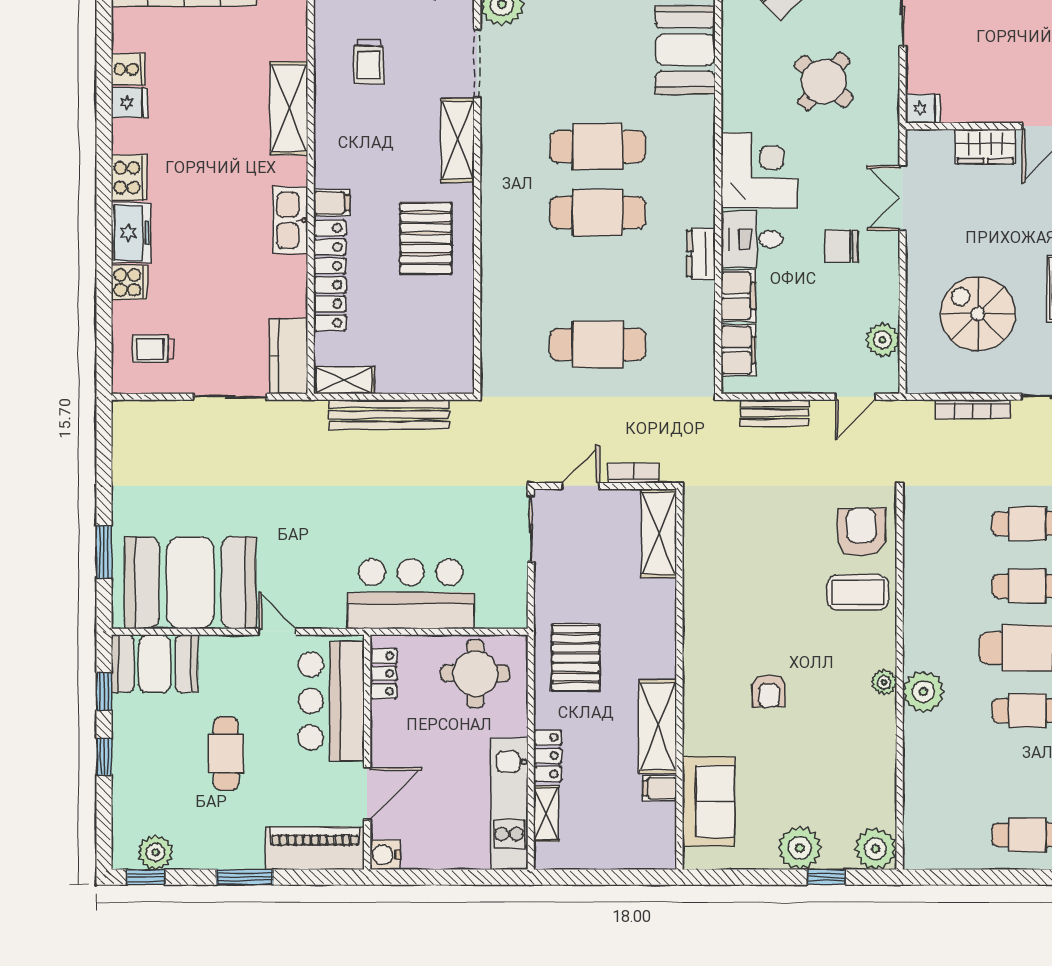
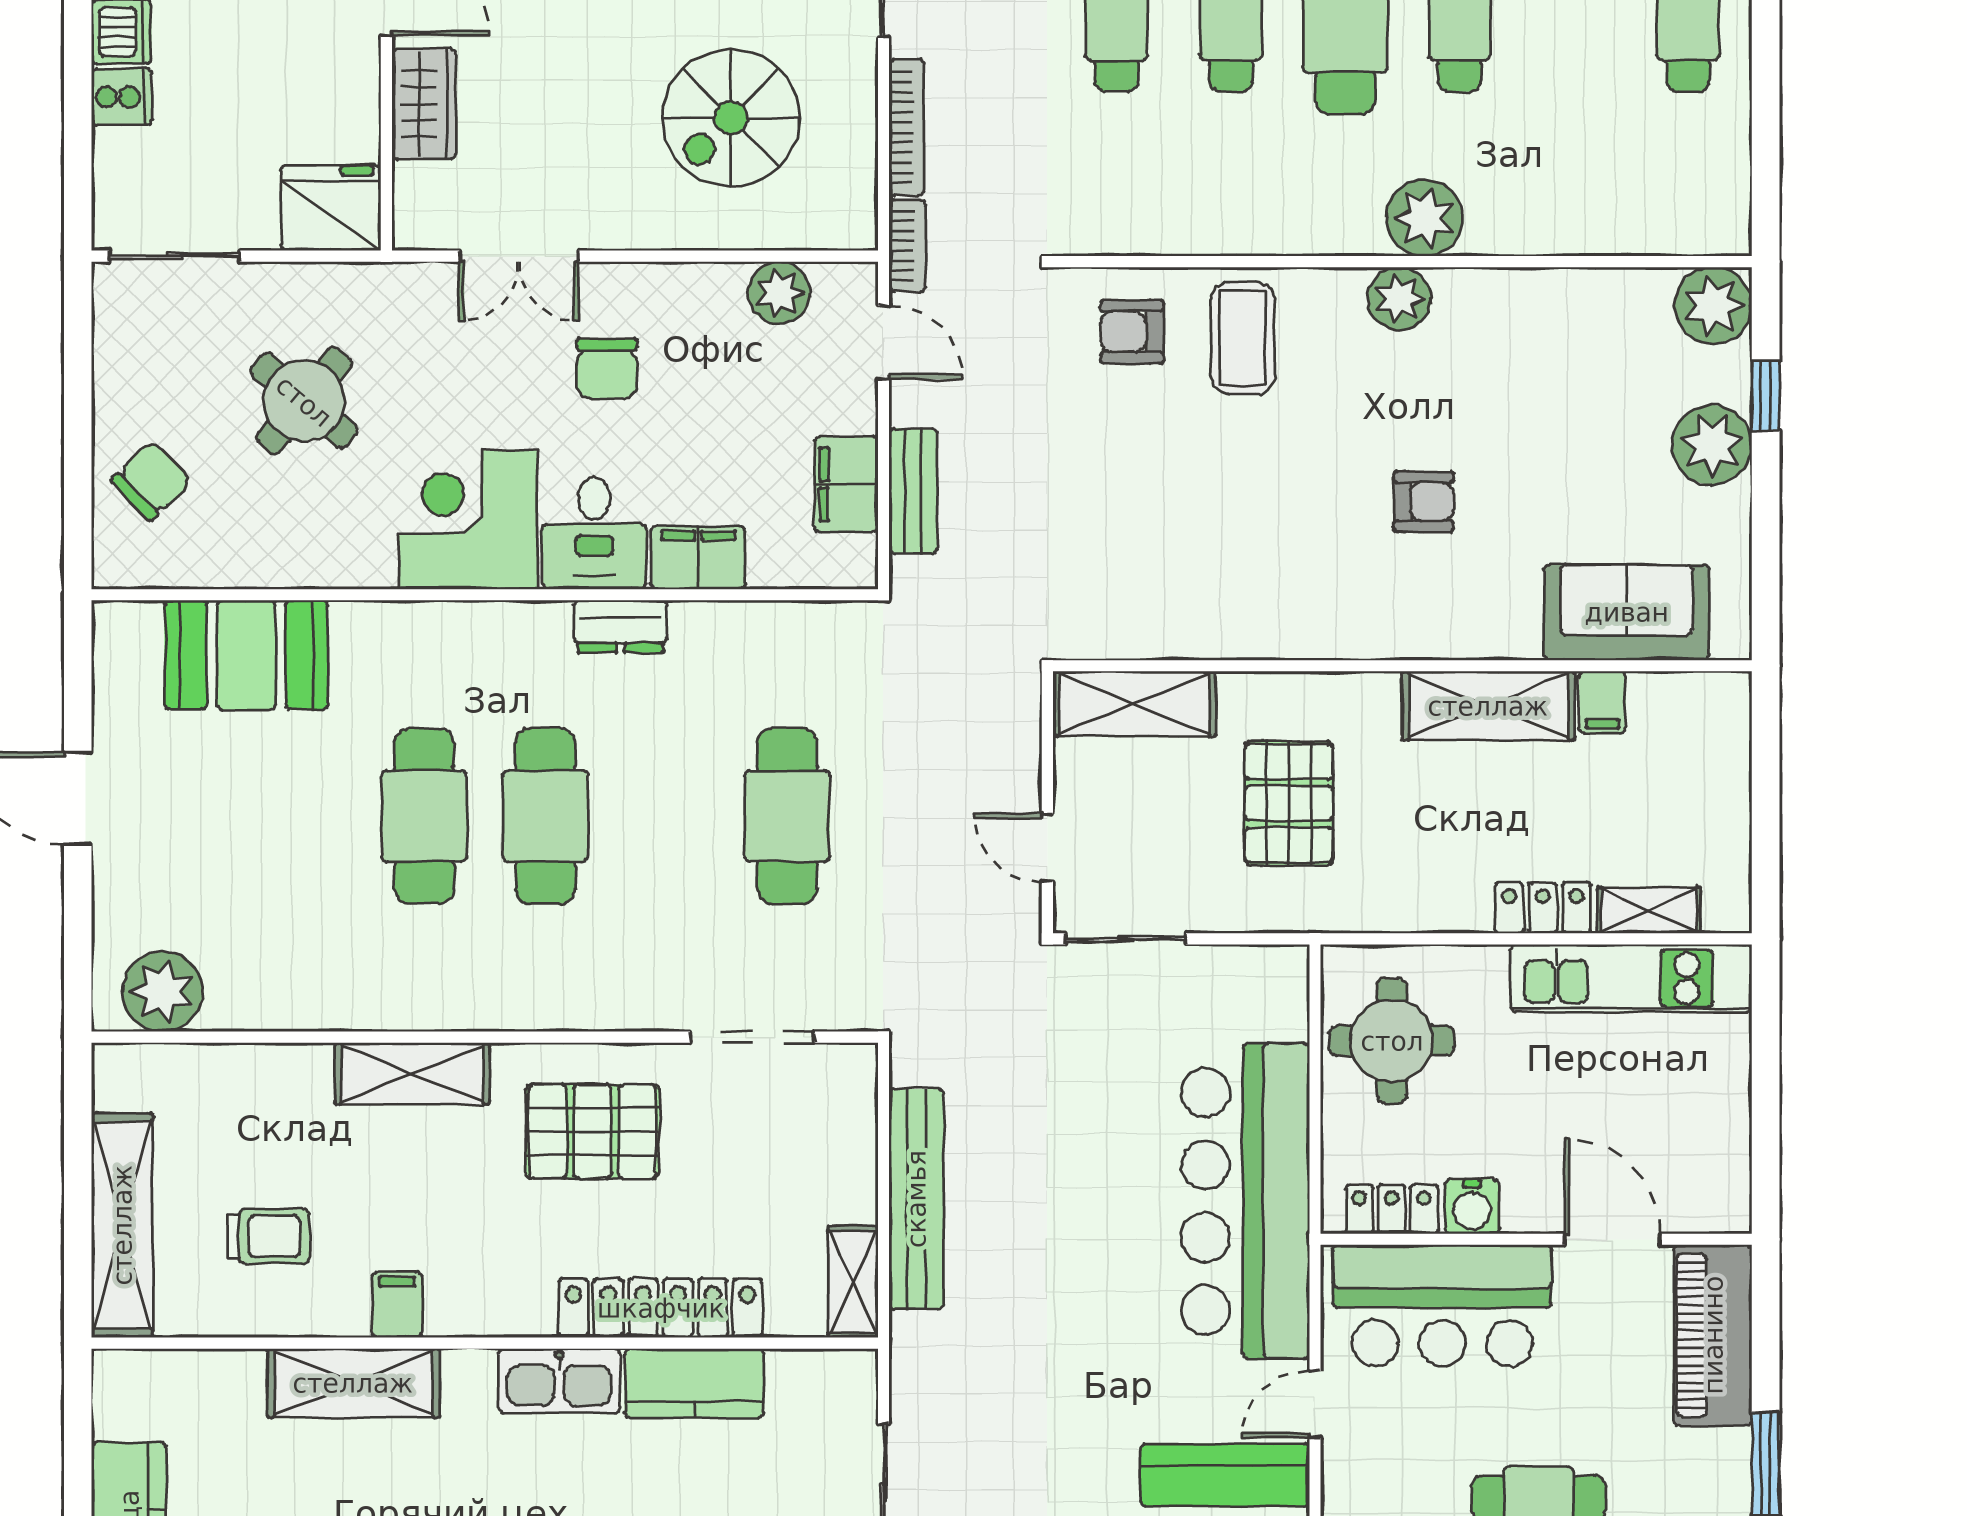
doorway: (477, 64) -> (752, 1037), moved
fridge: (923, 109) -> (331, 208), width x1.88, depth x1.34
filing cabinet: (332, 203) -> (397, 1305), moved
filing cabinet: (738, 350) -> (846, 484), moved, turned -90
kitchen counter: (289, 356) -> (694, 1383), moved
bookcase: (633, 473) -> (907, 246), moved, turned 180
armchair: (861, 532) -> (1132, 332), width x0.72, depth x0.72
bar counter: (411, 594) -> (1245, 1201), width x1.36
pallet: (576, 658) -> (1289, 803), moved, turned 90
plant: (884, 682) -> (1399, 299), width x1.38, depth x1.38
water cooler: (385, 855) -> (1472, 1207), moved

